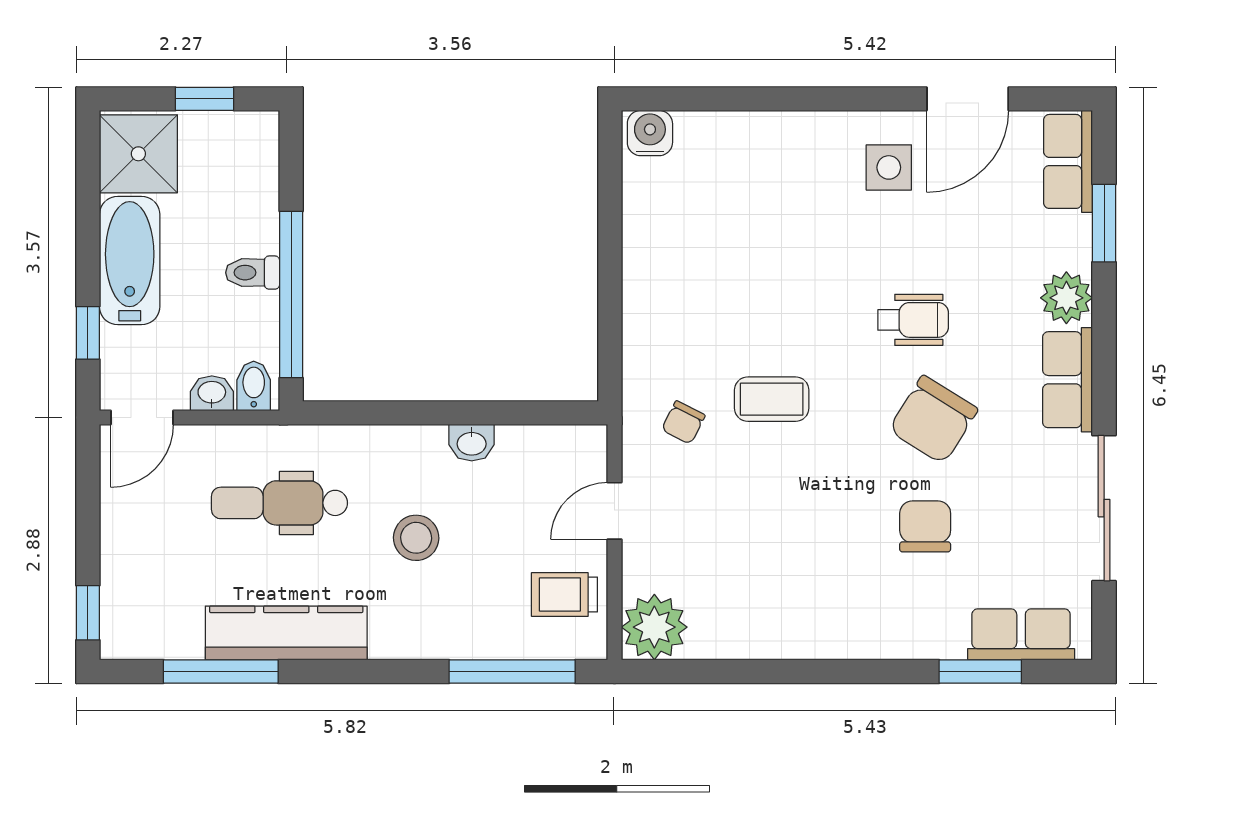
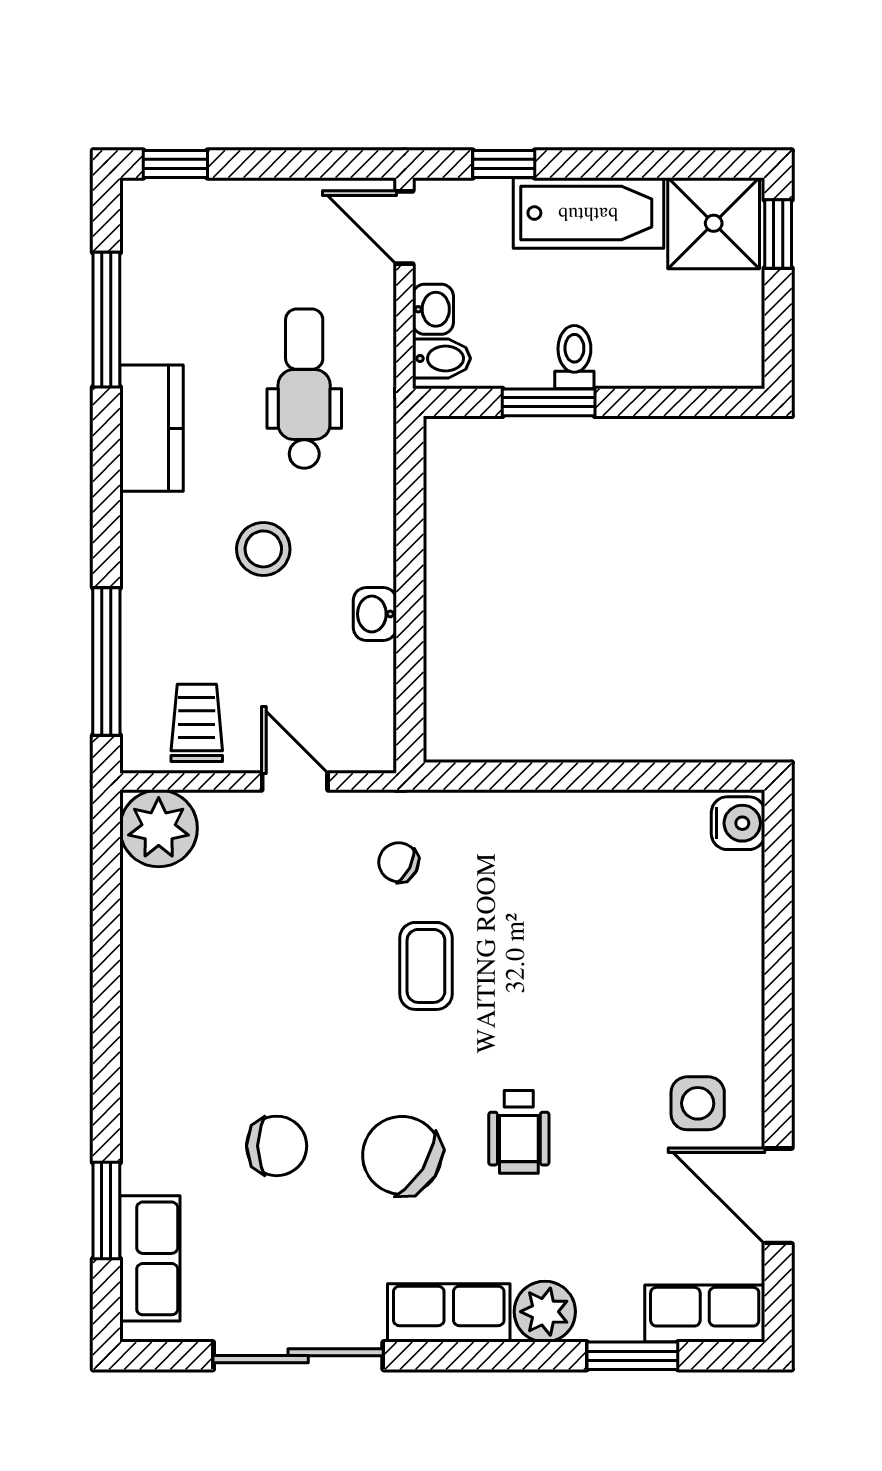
window: (205, 99) -> (778, 234), moved
window: (291, 294) -> (549, 402), width x0.47
kitchen counter: (286, 633) -> (152, 428), width x0.67

